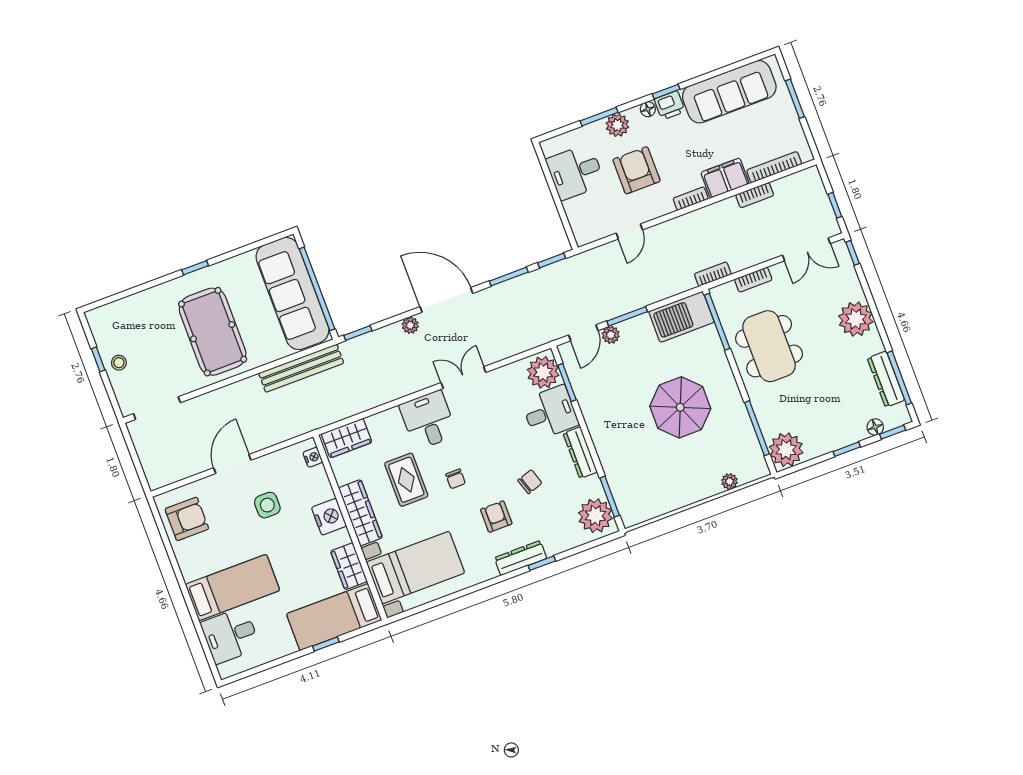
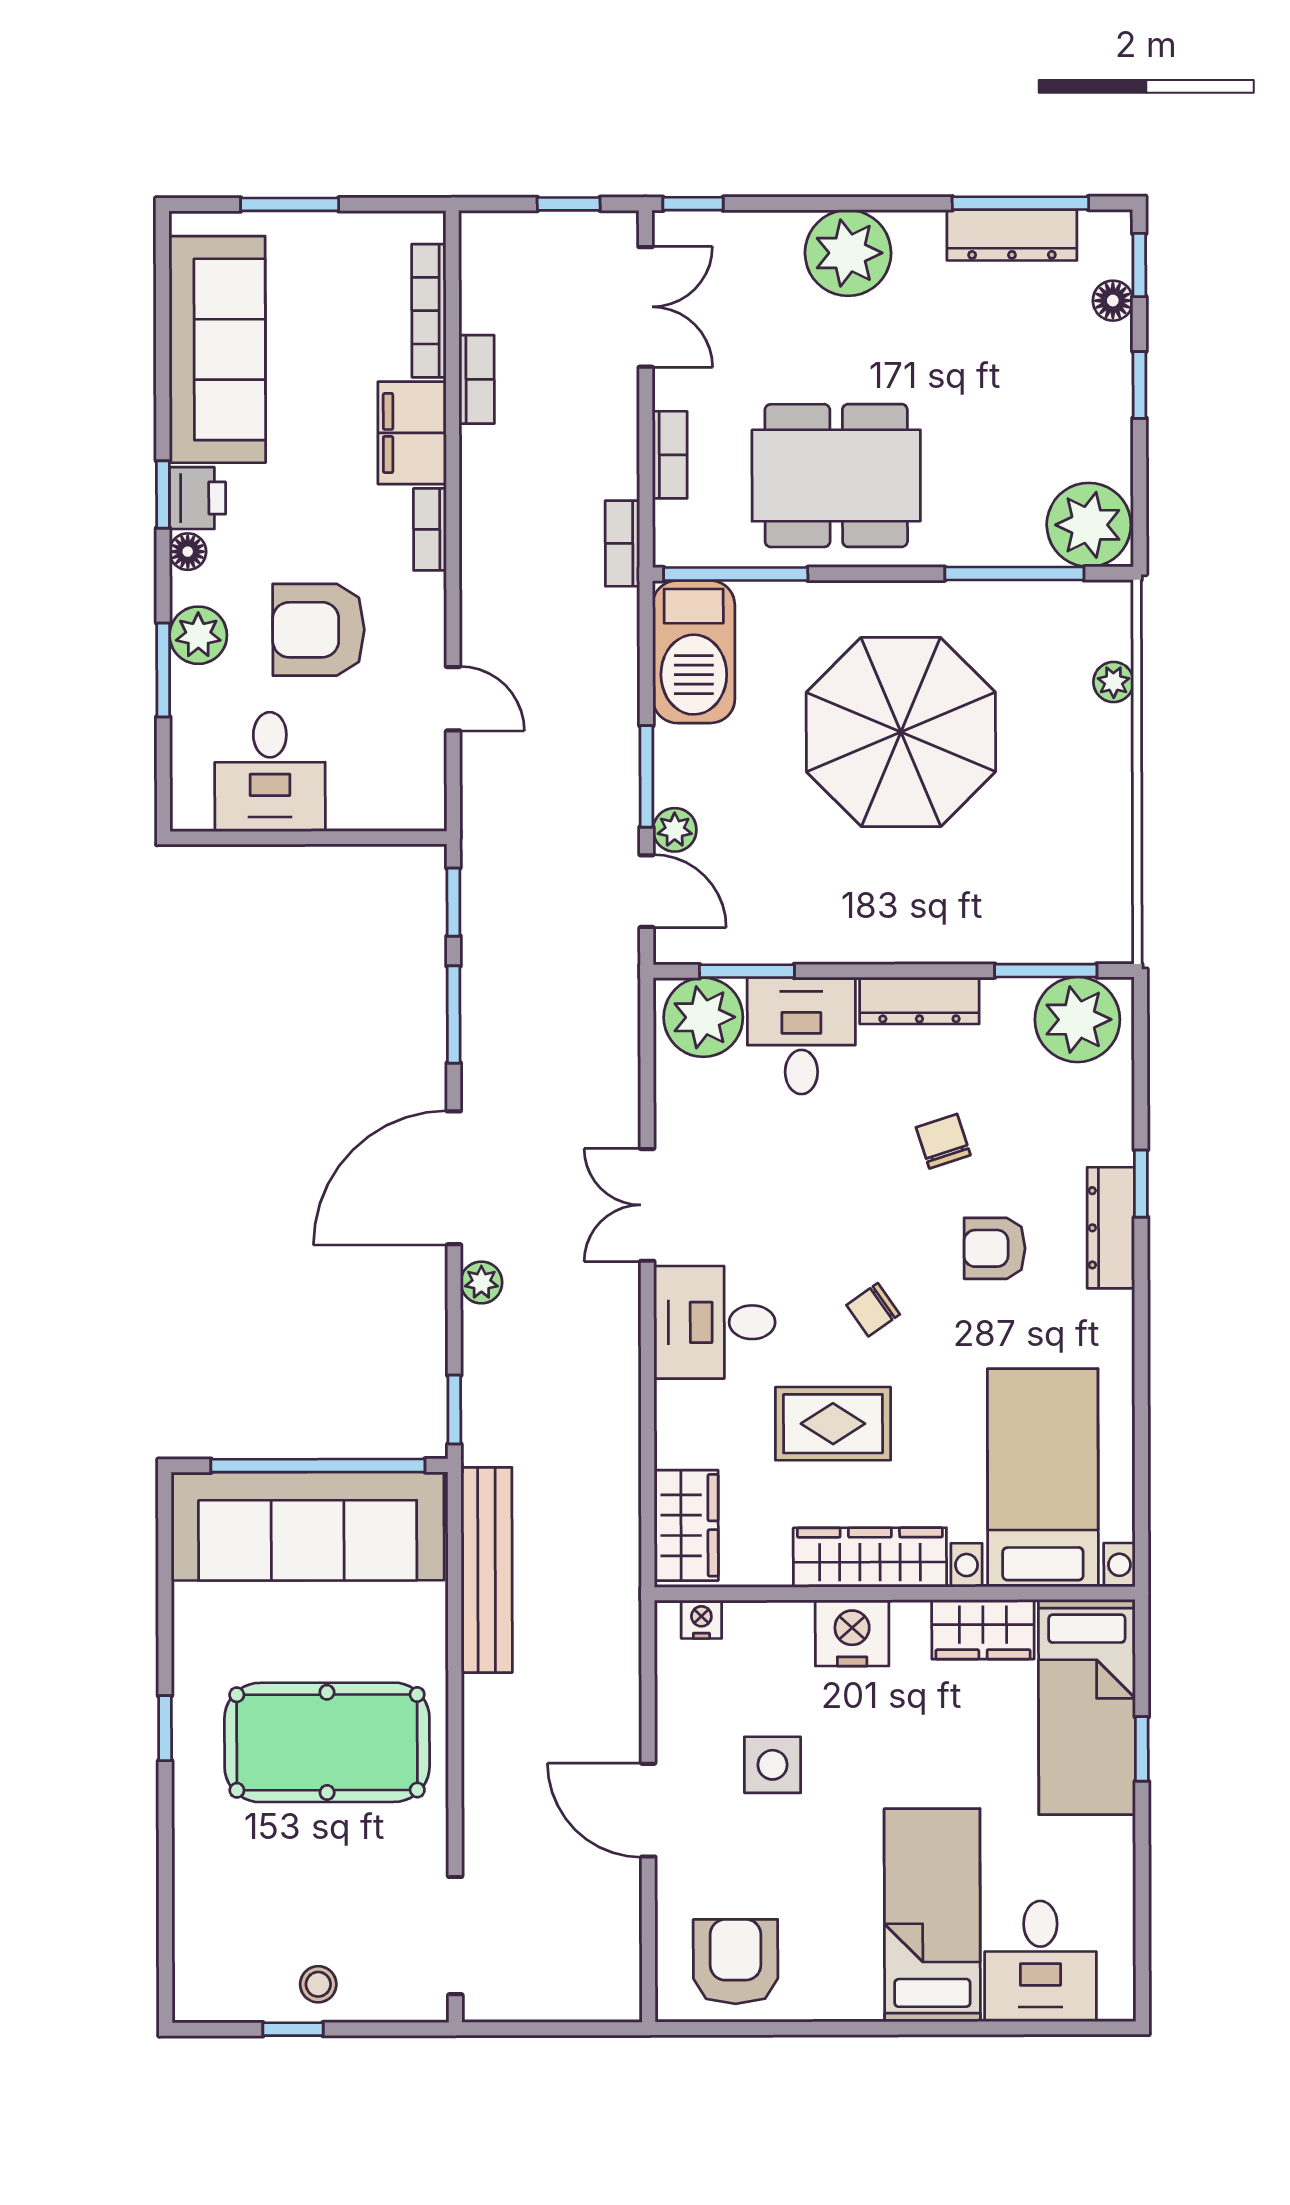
parasol: (680, 407) -> (901, 732), width x1.36, depth x1.36
chair: (456, 479) -> (873, 1310), turned 145

